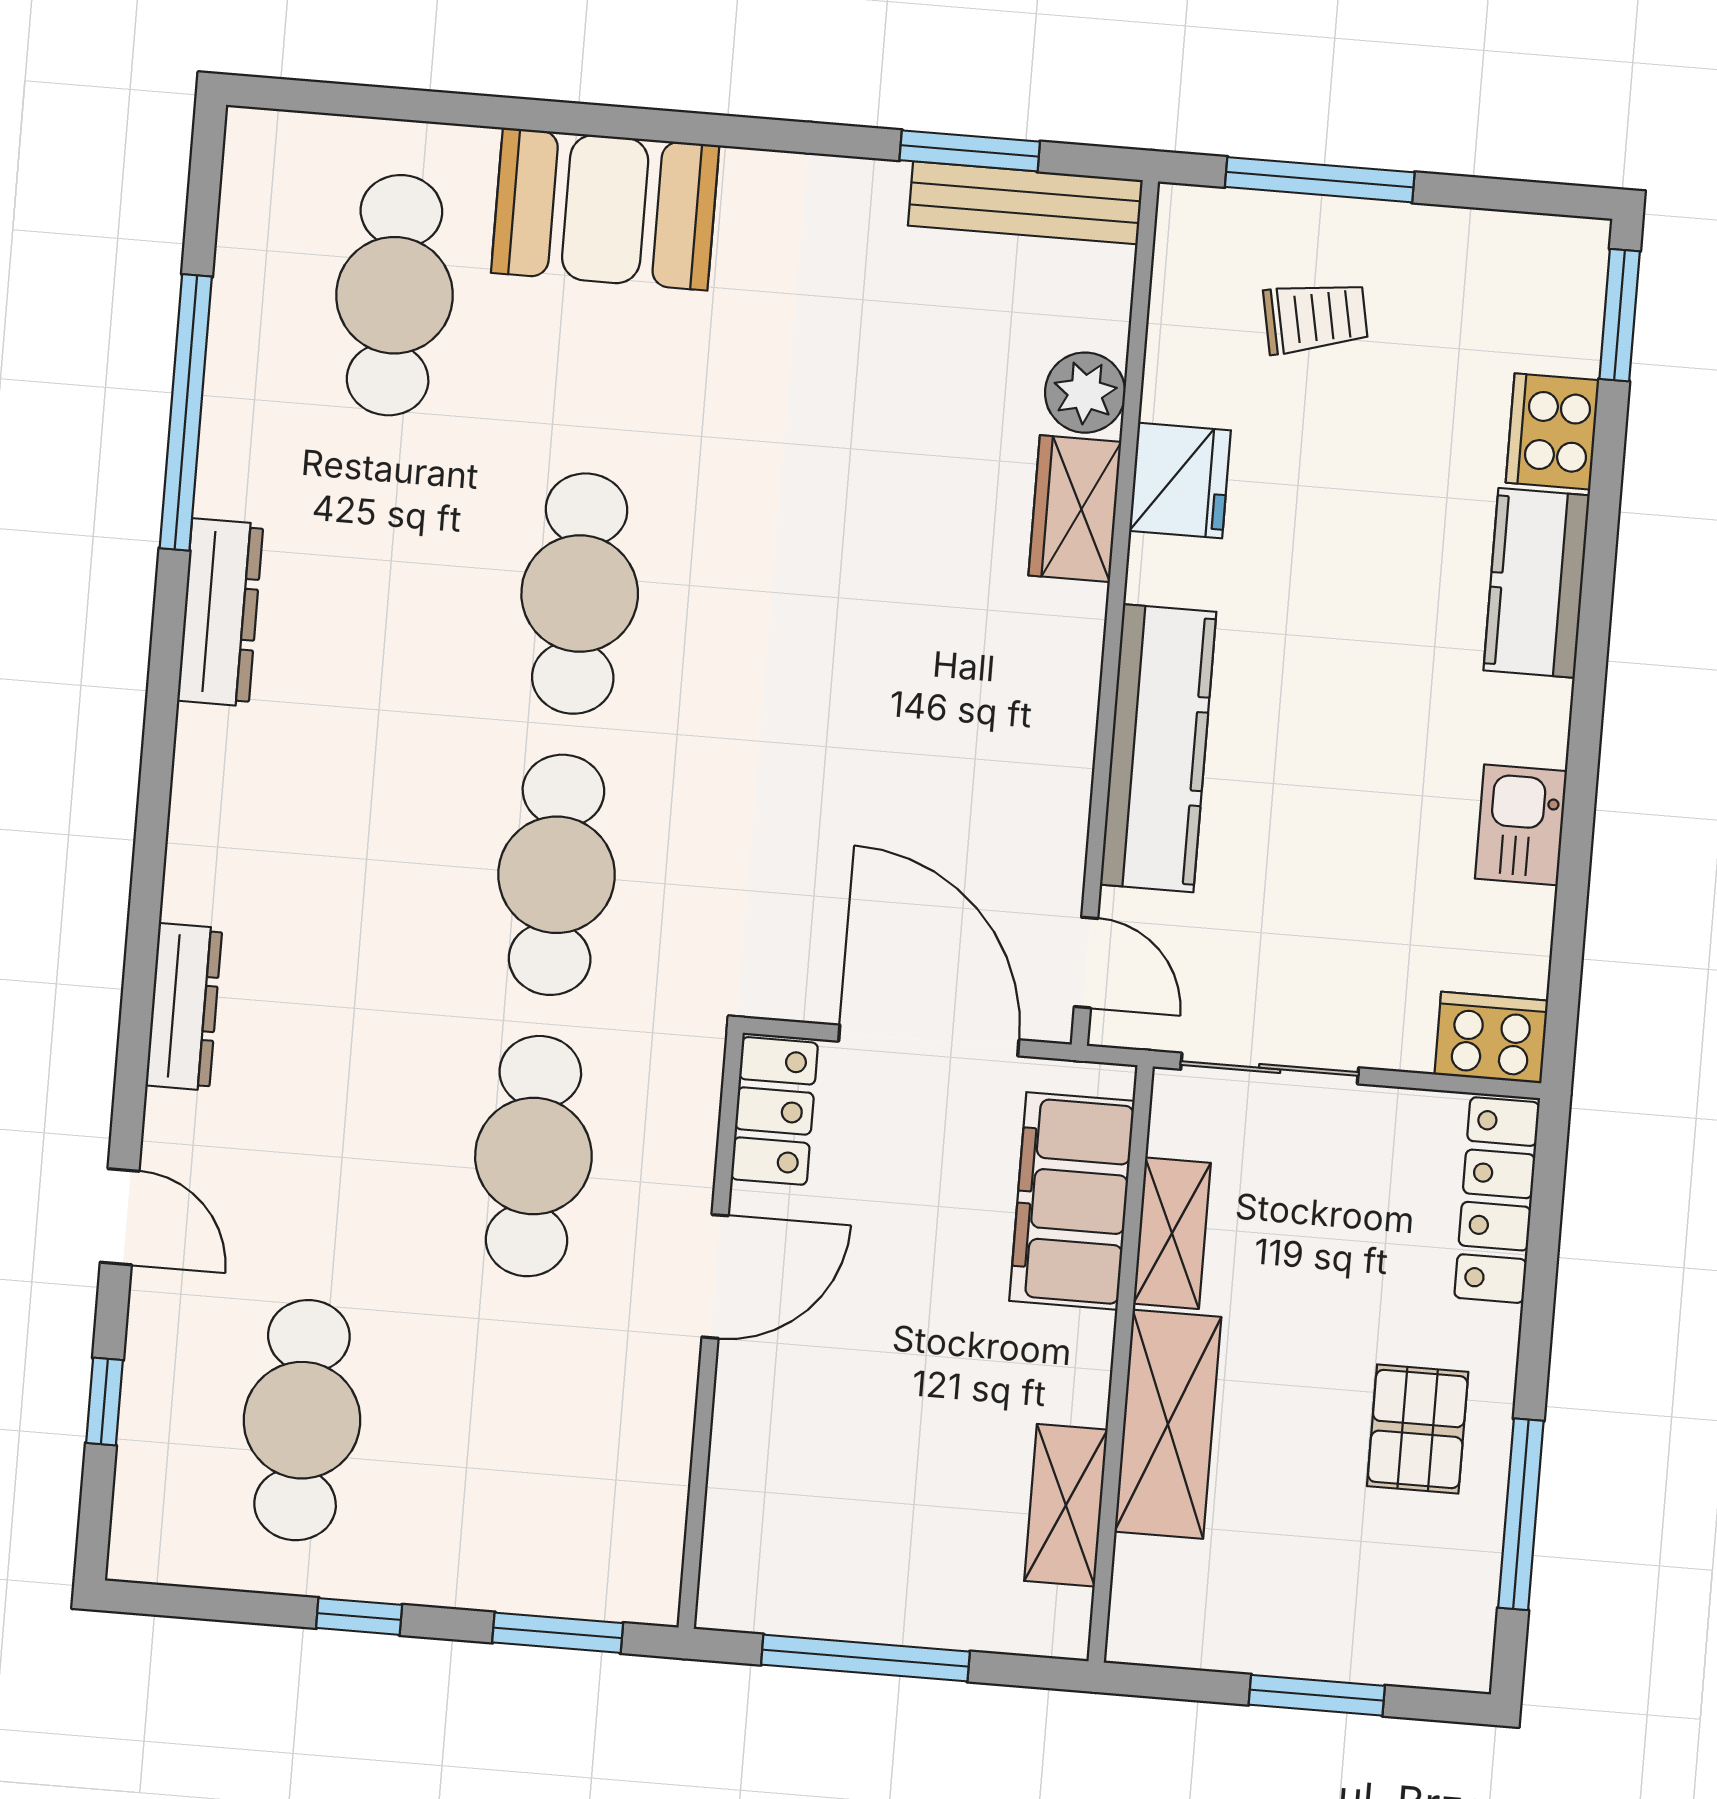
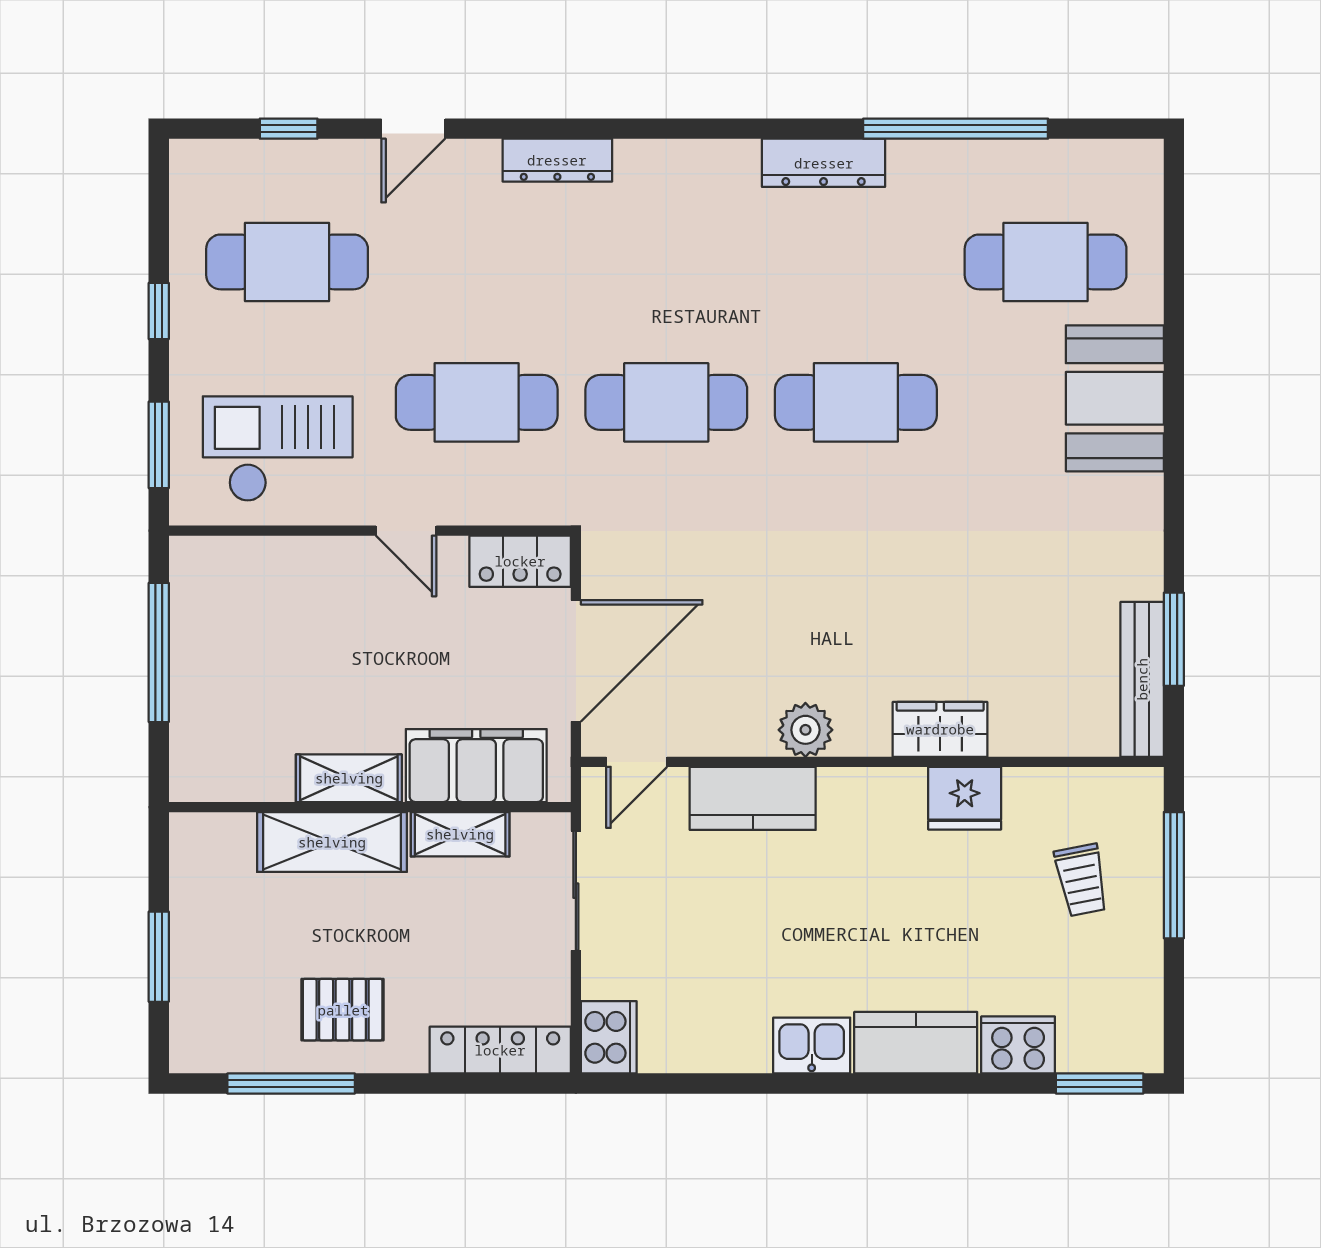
plant: (1085, 393) -> (805, 730), moved
kitchen counter: (1158, 748) -> (753, 798), width x0.67
kitchen sink: (1521, 825) -> (812, 1046), moved
door: (715, 1276) -> (406, 531), width x0.73
checkout: (578, 1457) -> (278, 449), added
shelving: (1066, 1505) -> (349, 778), moved

